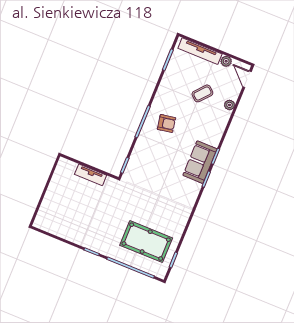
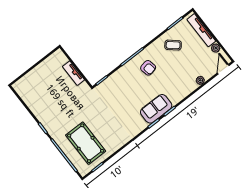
coffee table: (202, 93) -> (173, 45), moved

